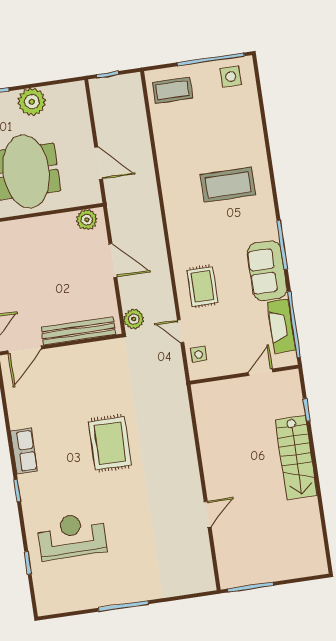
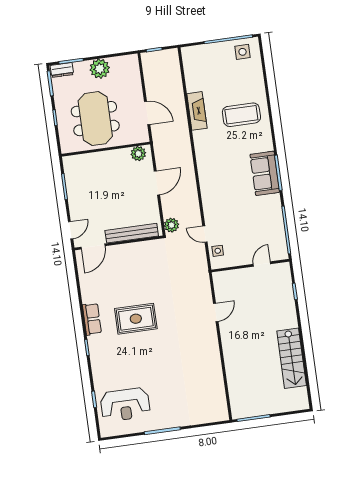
coffee table: (173, 90) -> (201, 61), removed
coffee table: (228, 185) -> (241, 115), moved
door: (113, 260) -> (157, 183), hinge flipped
sofa: (267, 271) -> (265, 173), moved
rug: (202, 286) -> (221, 202), removed
fireplace: (281, 326) -> (197, 111), moved, turned 180
rug: (110, 443) -> (136, 319), moved, turned 90
stairs: (296, 457) -> (292, 358), moved
door: (208, 514) -> (216, 312), moved
reception desk: (72, 536) -> (125, 405), moved, turned 180

